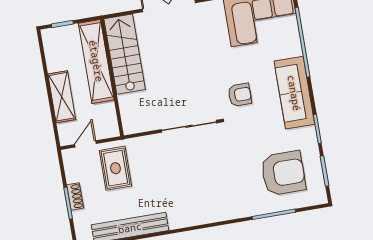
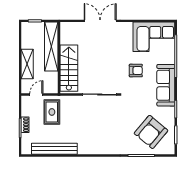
stairs: (125, 54) -> (69, 68), moved
armchair: (240, 95) -> (136, 71), moved
armchair: (283, 173) -> (151, 132), turned 130

